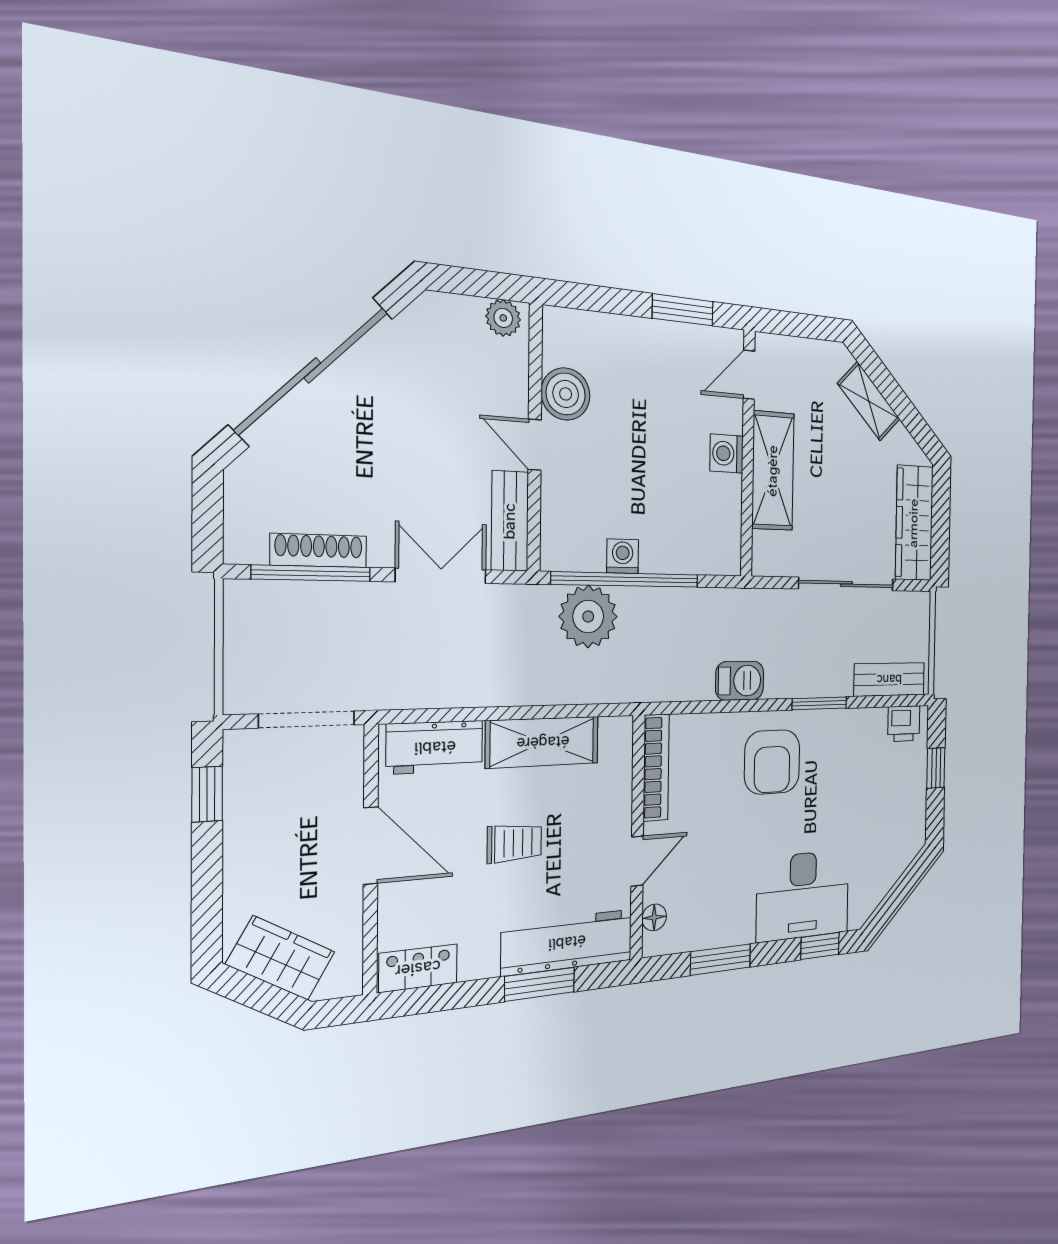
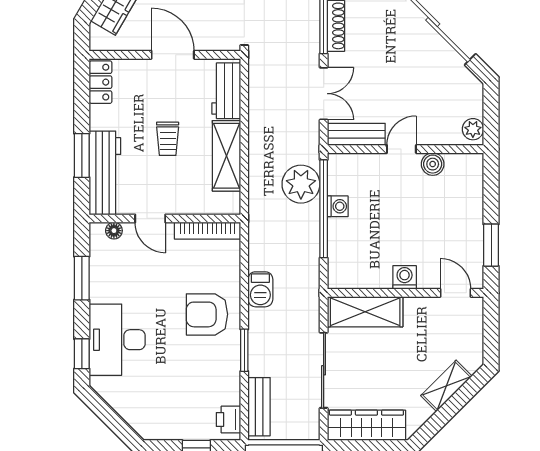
boiler: (566, 394) -> (433, 164), width x0.73, depth x0.73
shelving: (773, 471) -> (365, 312), moved
door: (371, 846) -> (173, 55), swing flipped

